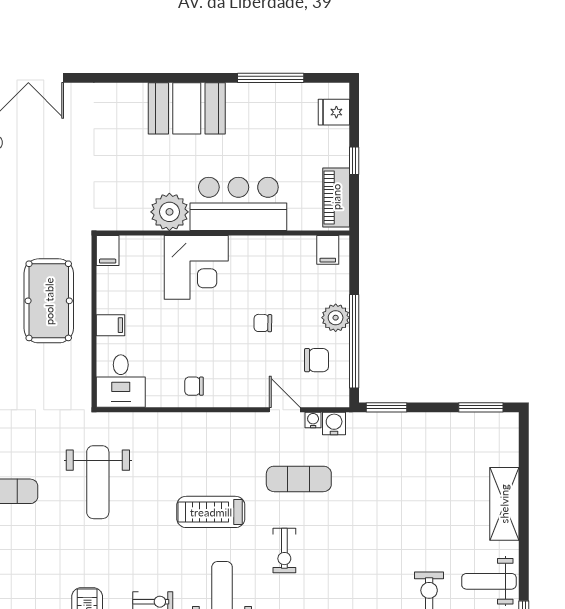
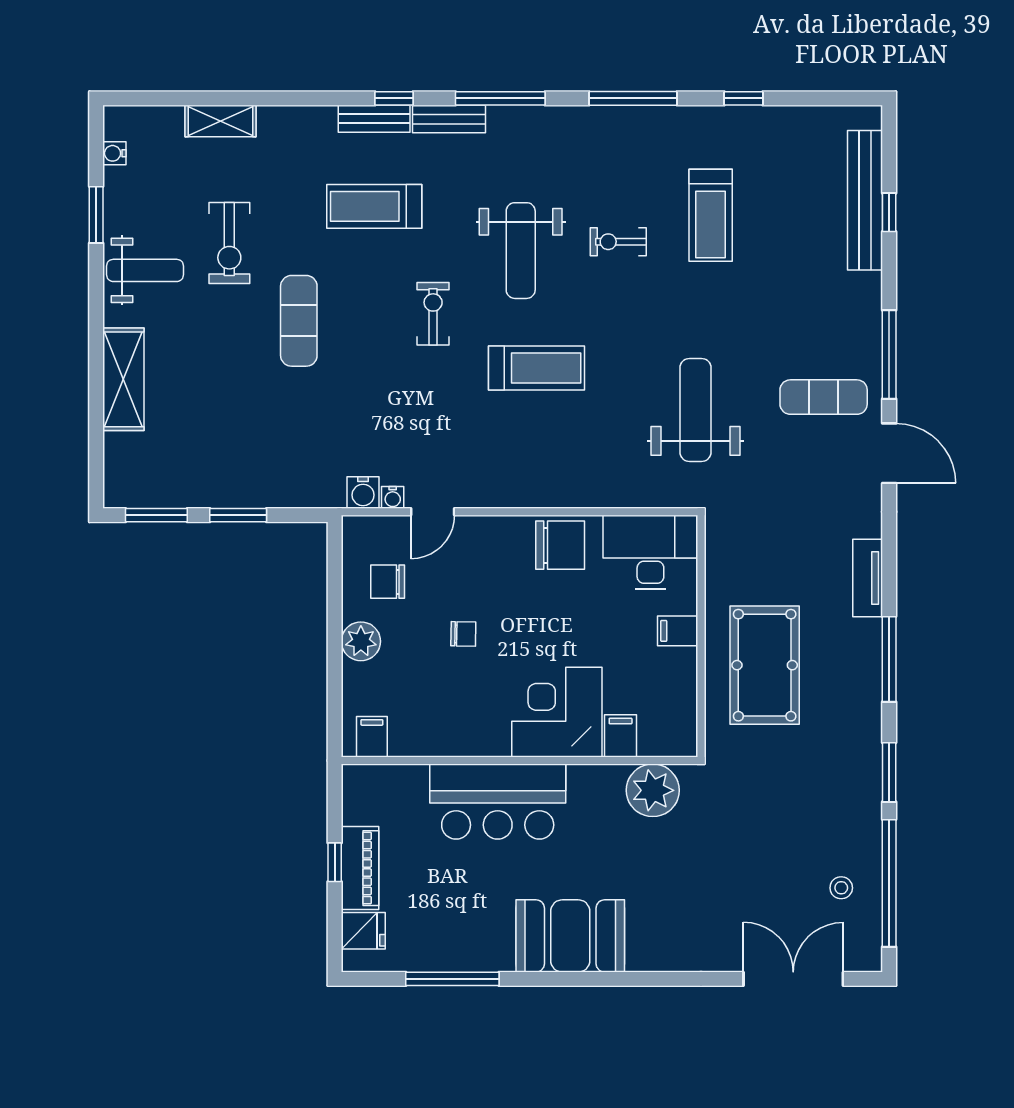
piano: (336, 197) -> (360, 868), moved
plant: (169, 212) -> (653, 790), moved
filing cabinet: (108, 251) -> (621, 736), moved
window: (354, 341) -> (335, 608), removed
desk: (121, 381) -> (650, 552), width x1.37
chair: (194, 386) -> (560, 545), width x1.87, depth x1.87
window: (387, 407) -> (238, 515), moved
door: (285, 410) -> (433, 512), hinge flipped
exercise mat: (299, 479) -> (299, 321), moved, turned 90

